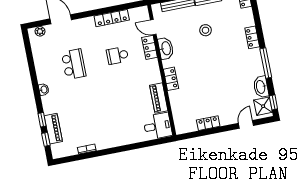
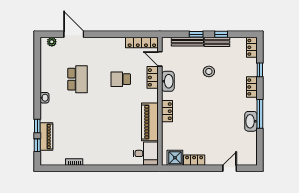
locker: (112, 18) -> (142, 42), moved
washbasin: (261, 87) -> (251, 121), moved
piano: (159, 98) -> (150, 122), width x1.37, depth x1.33
window: (273, 102) -> (260, 70), moved
shower: (263, 106) -> (175, 158), moved

